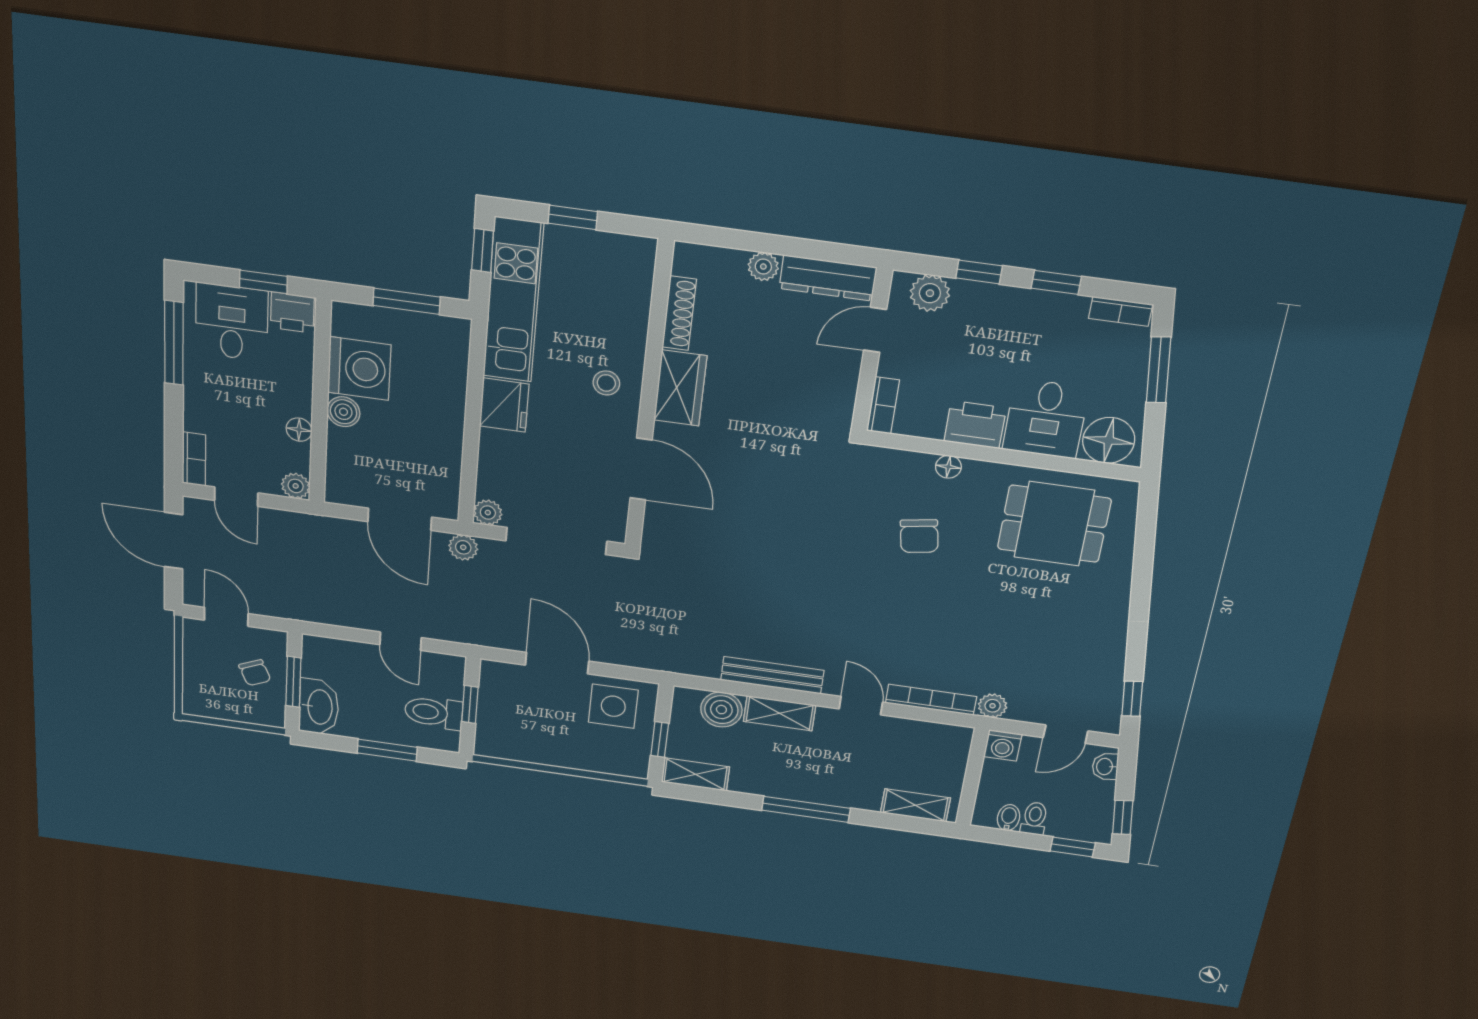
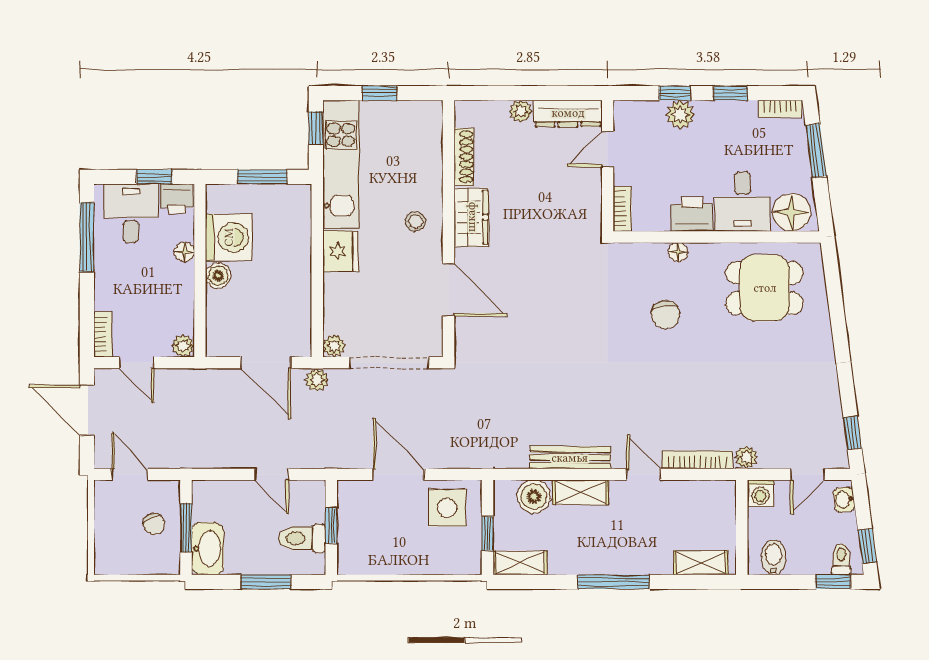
plant: (930, 293) -> (680, 115), moved
floor lamp: (299, 430) -> (184, 252), moved
bidet: (1009, 818) -> (774, 557), width x1.38, depth x1.36
toilet: (1034, 818) -> (841, 559), moved

